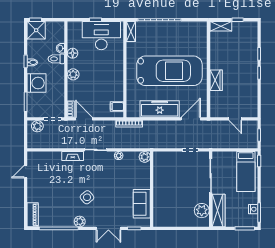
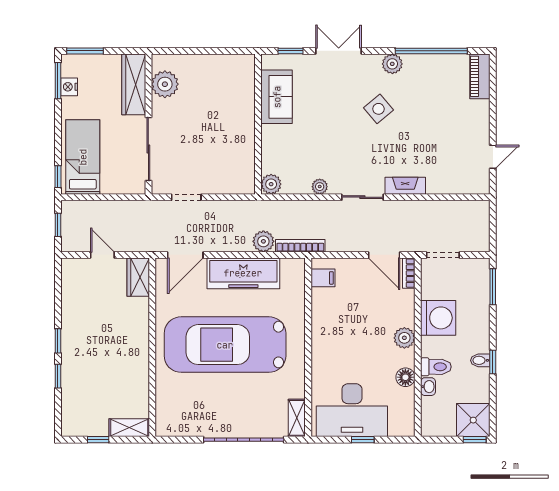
wardrobe: (216, 80) -> (138, 277), moved
washing machine: (37, 83) -> (438, 318), moved, turned 180
plant: (37, 126) -> (263, 241), moved

